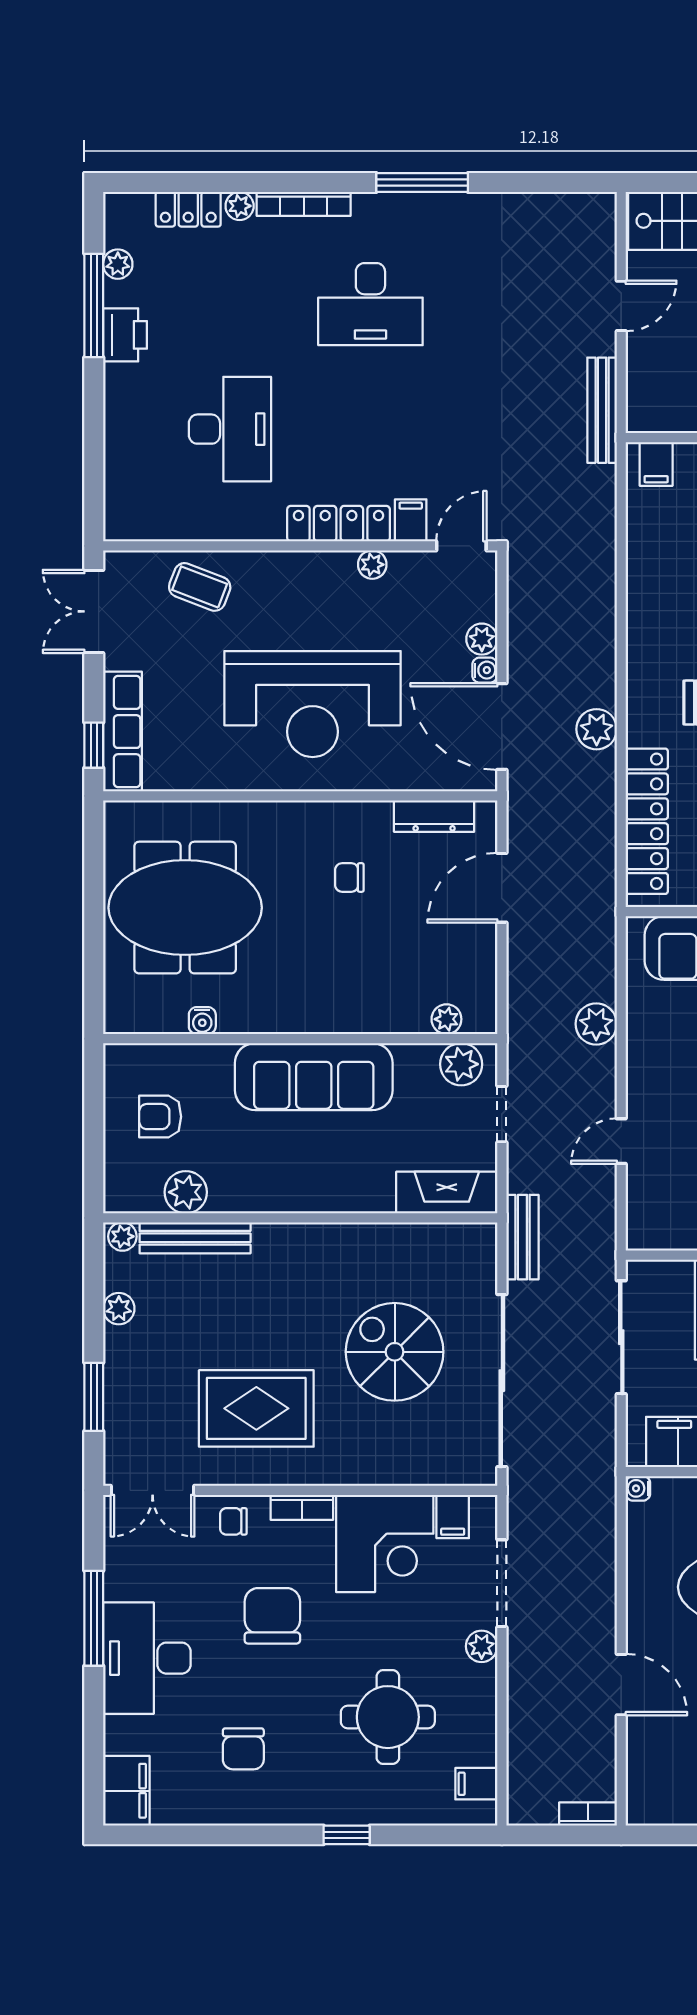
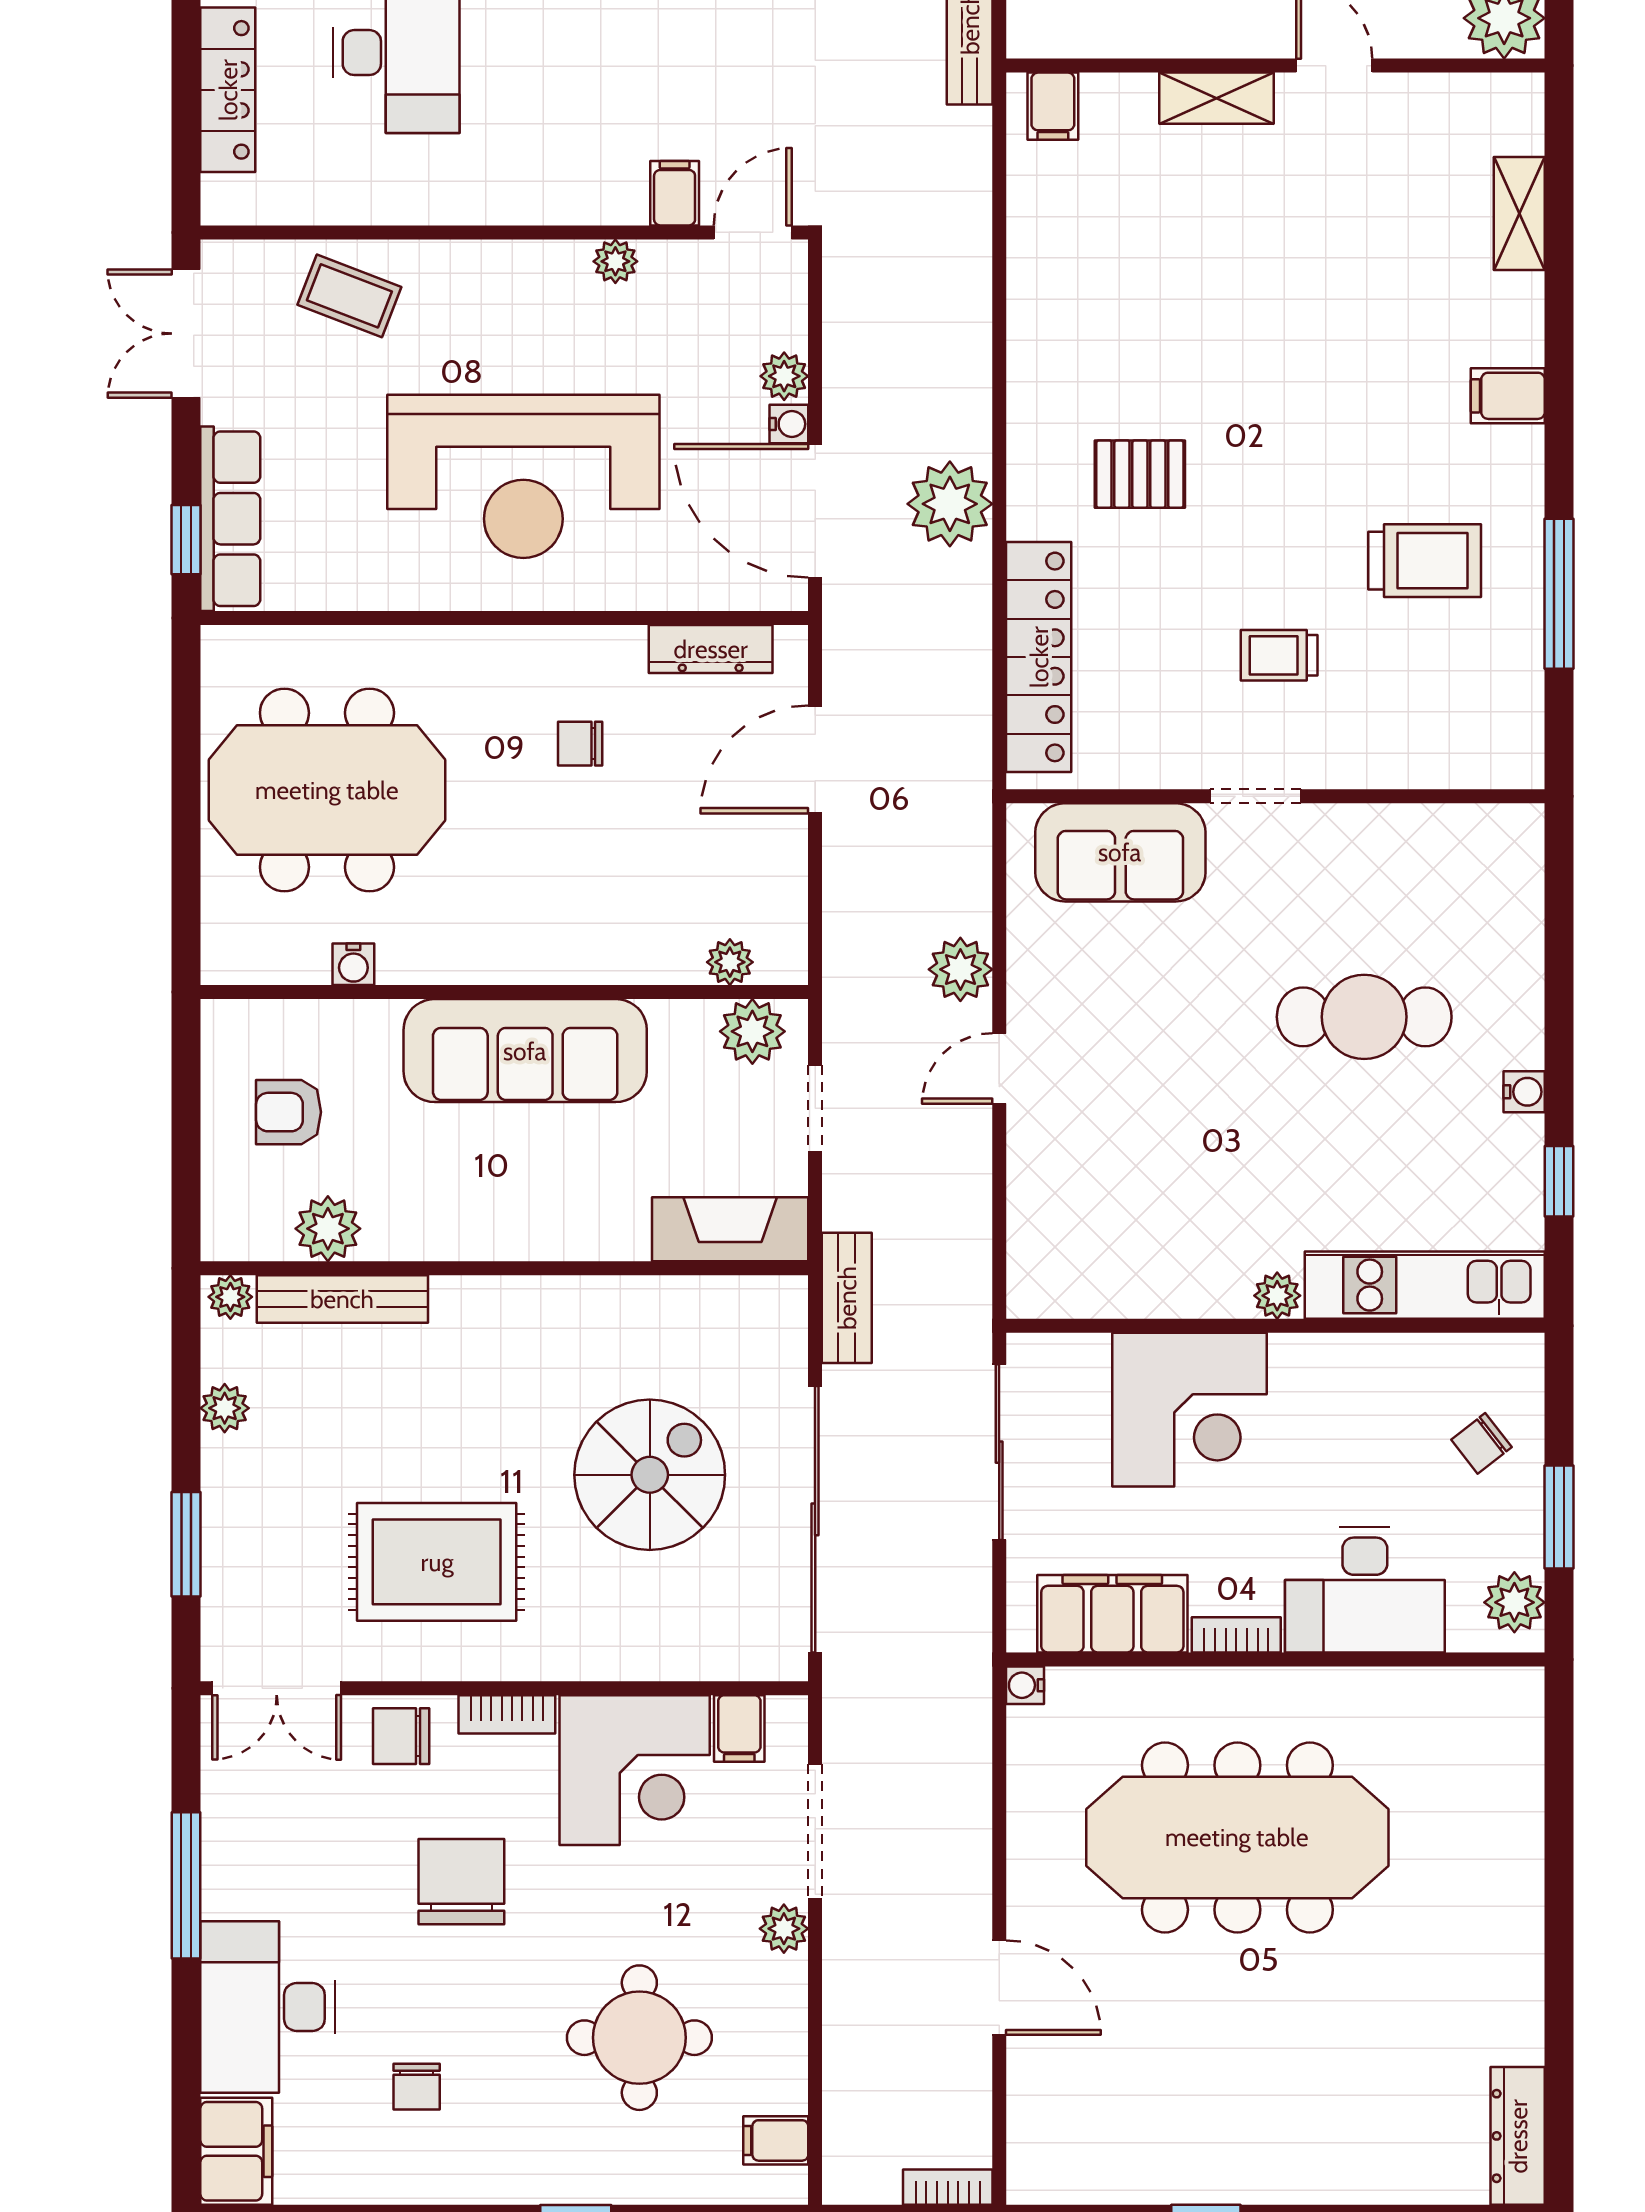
locker: (339, 524) -> (228, 90), moved, turned 90
plant: (597, 729) -> (950, 504), width x1.36, depth x1.36
door: (621, 1141) -> (999, 1069), moved
spiral stairs: (395, 1352) -> (650, 1475), turned 90
chair: (233, 1521) -> (401, 1736), width x1.37, depth x1.37
desk: (147, 1658) -> (268, 2007), moved
chair: (243, 1749) -> (417, 2087), width x0.73, depth x0.73

